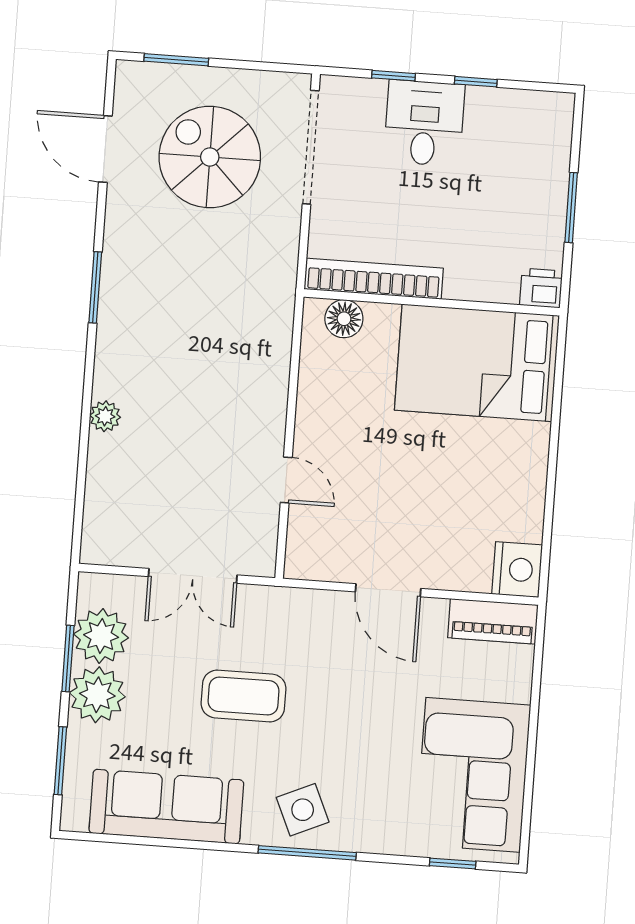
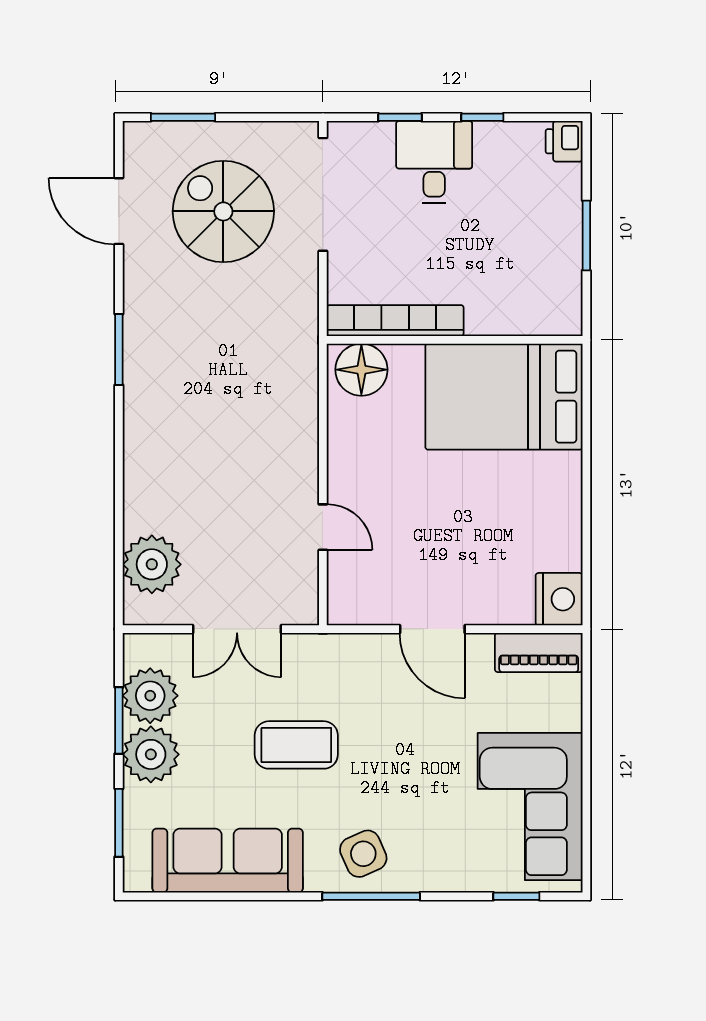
printer: (541, 288) -> (564, 141), moved, turned -90
floor lamp: (344, 319) -> (361, 370), width x1.38, depth x1.38
plant: (105, 416) -> (152, 564), moved, width x1.87, depth x1.87

